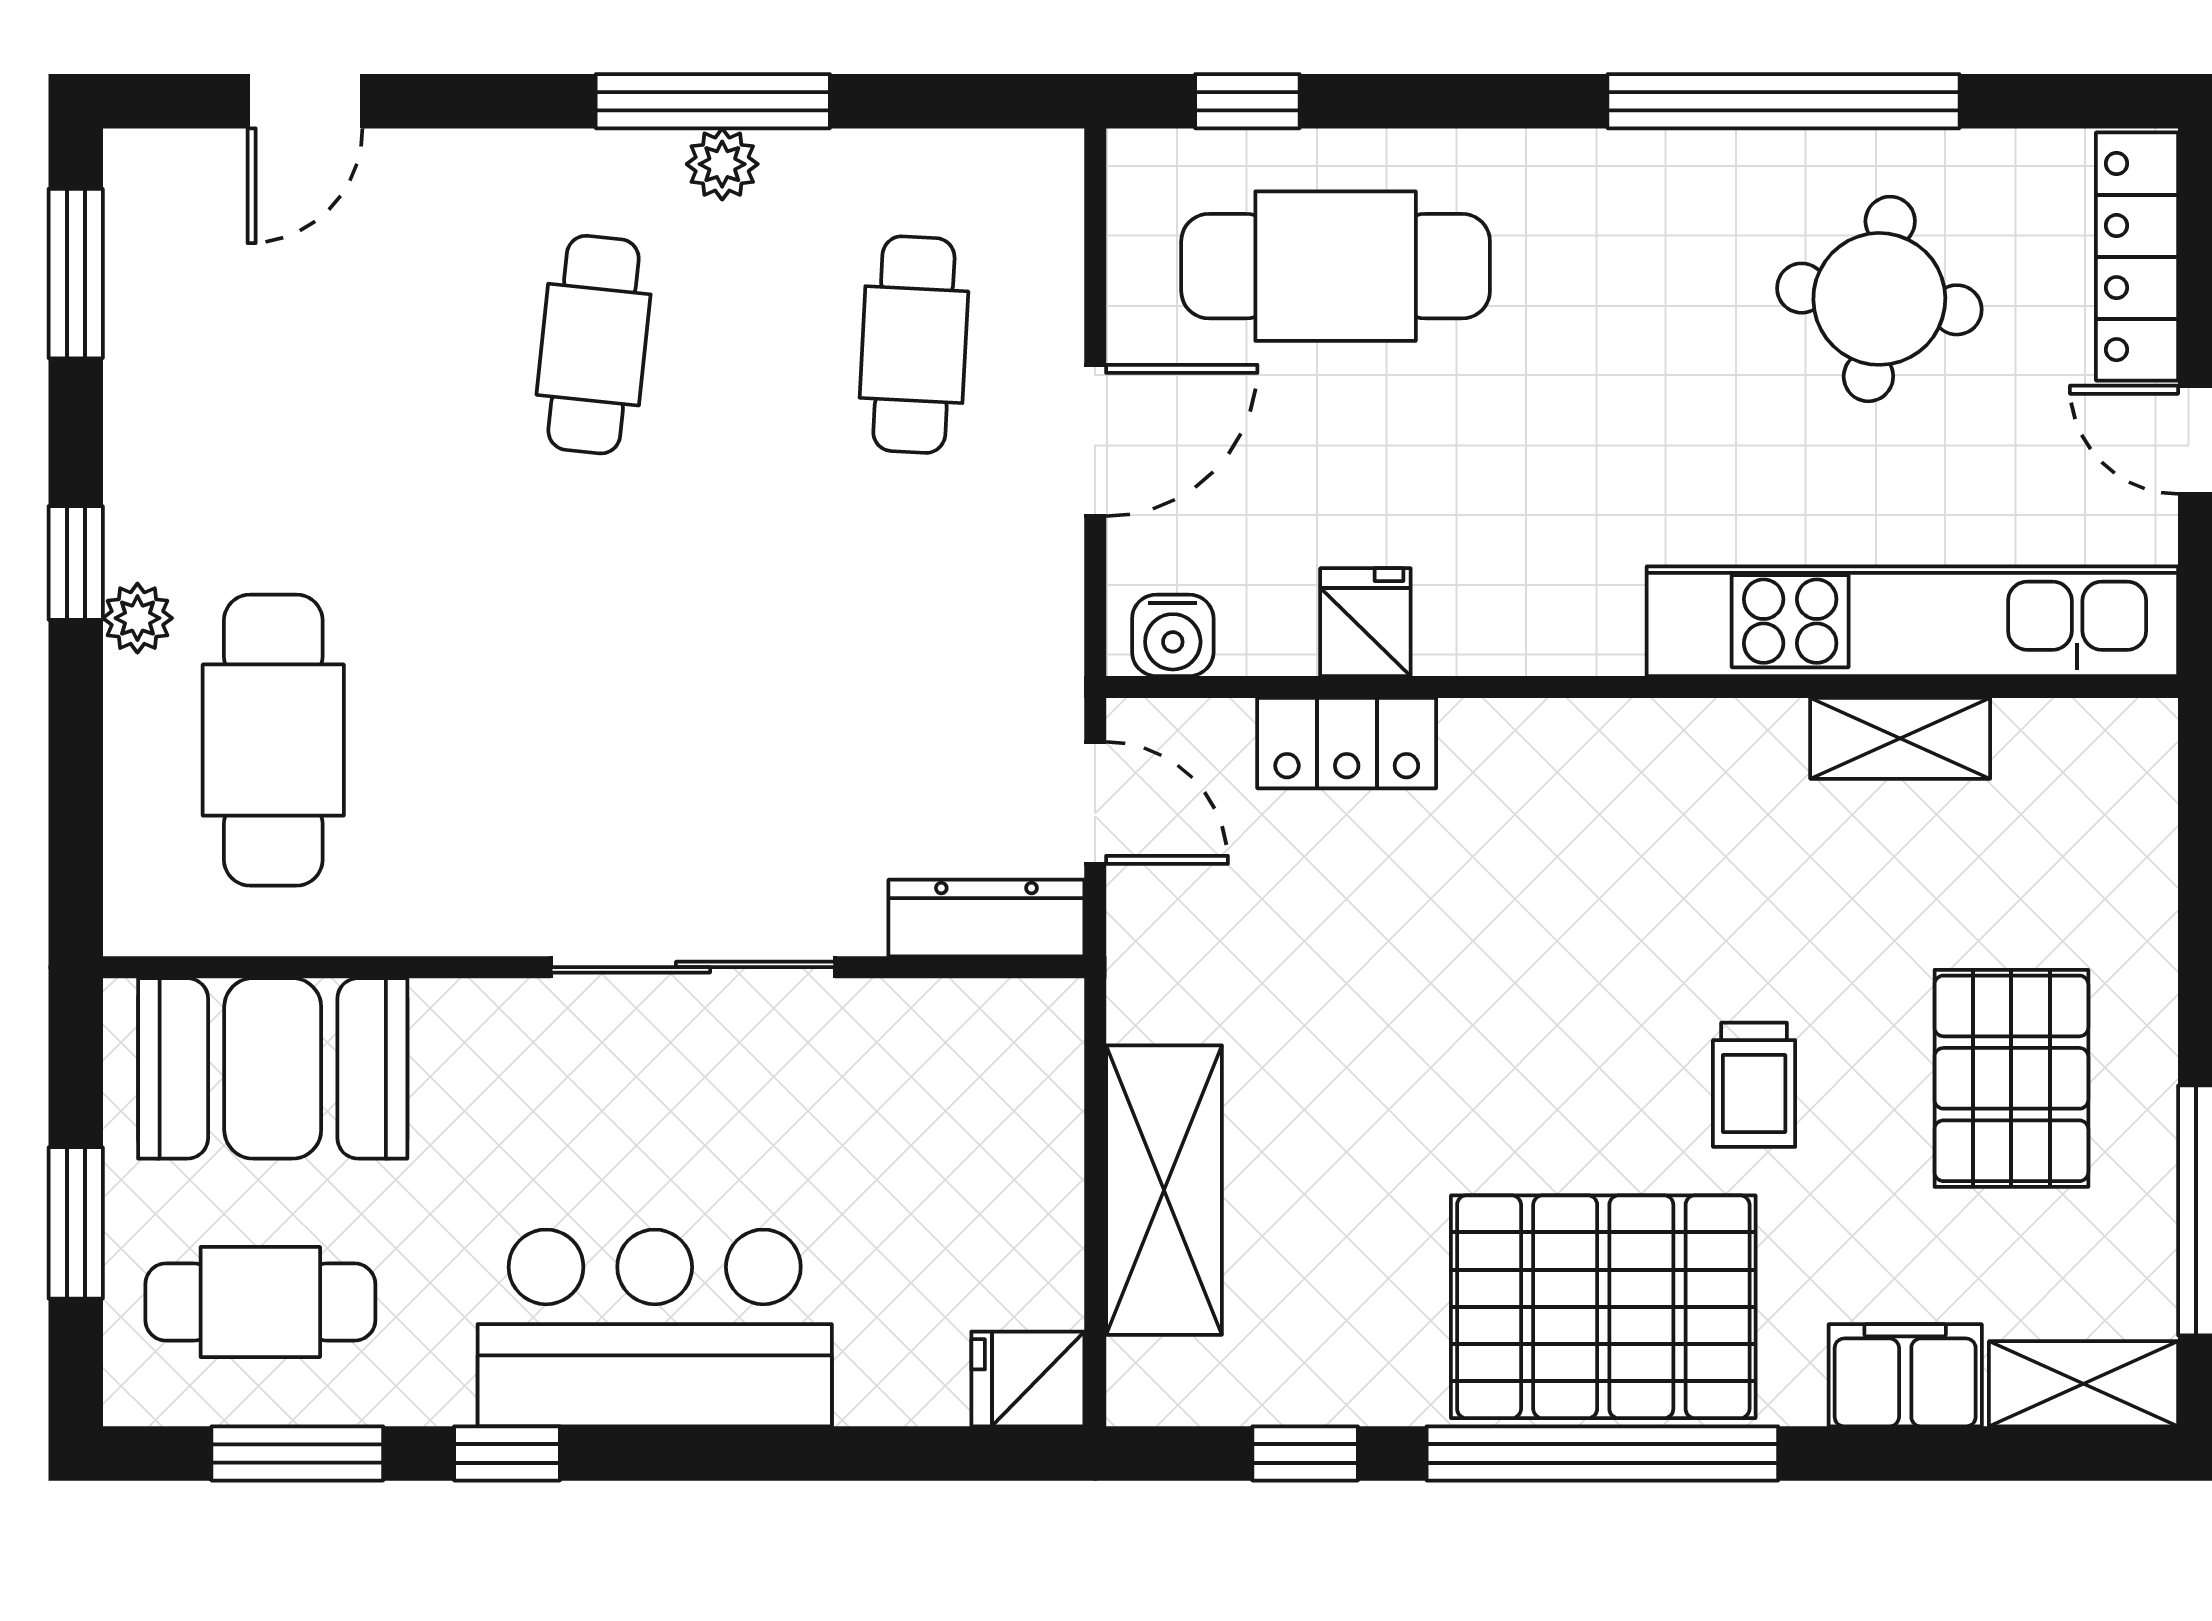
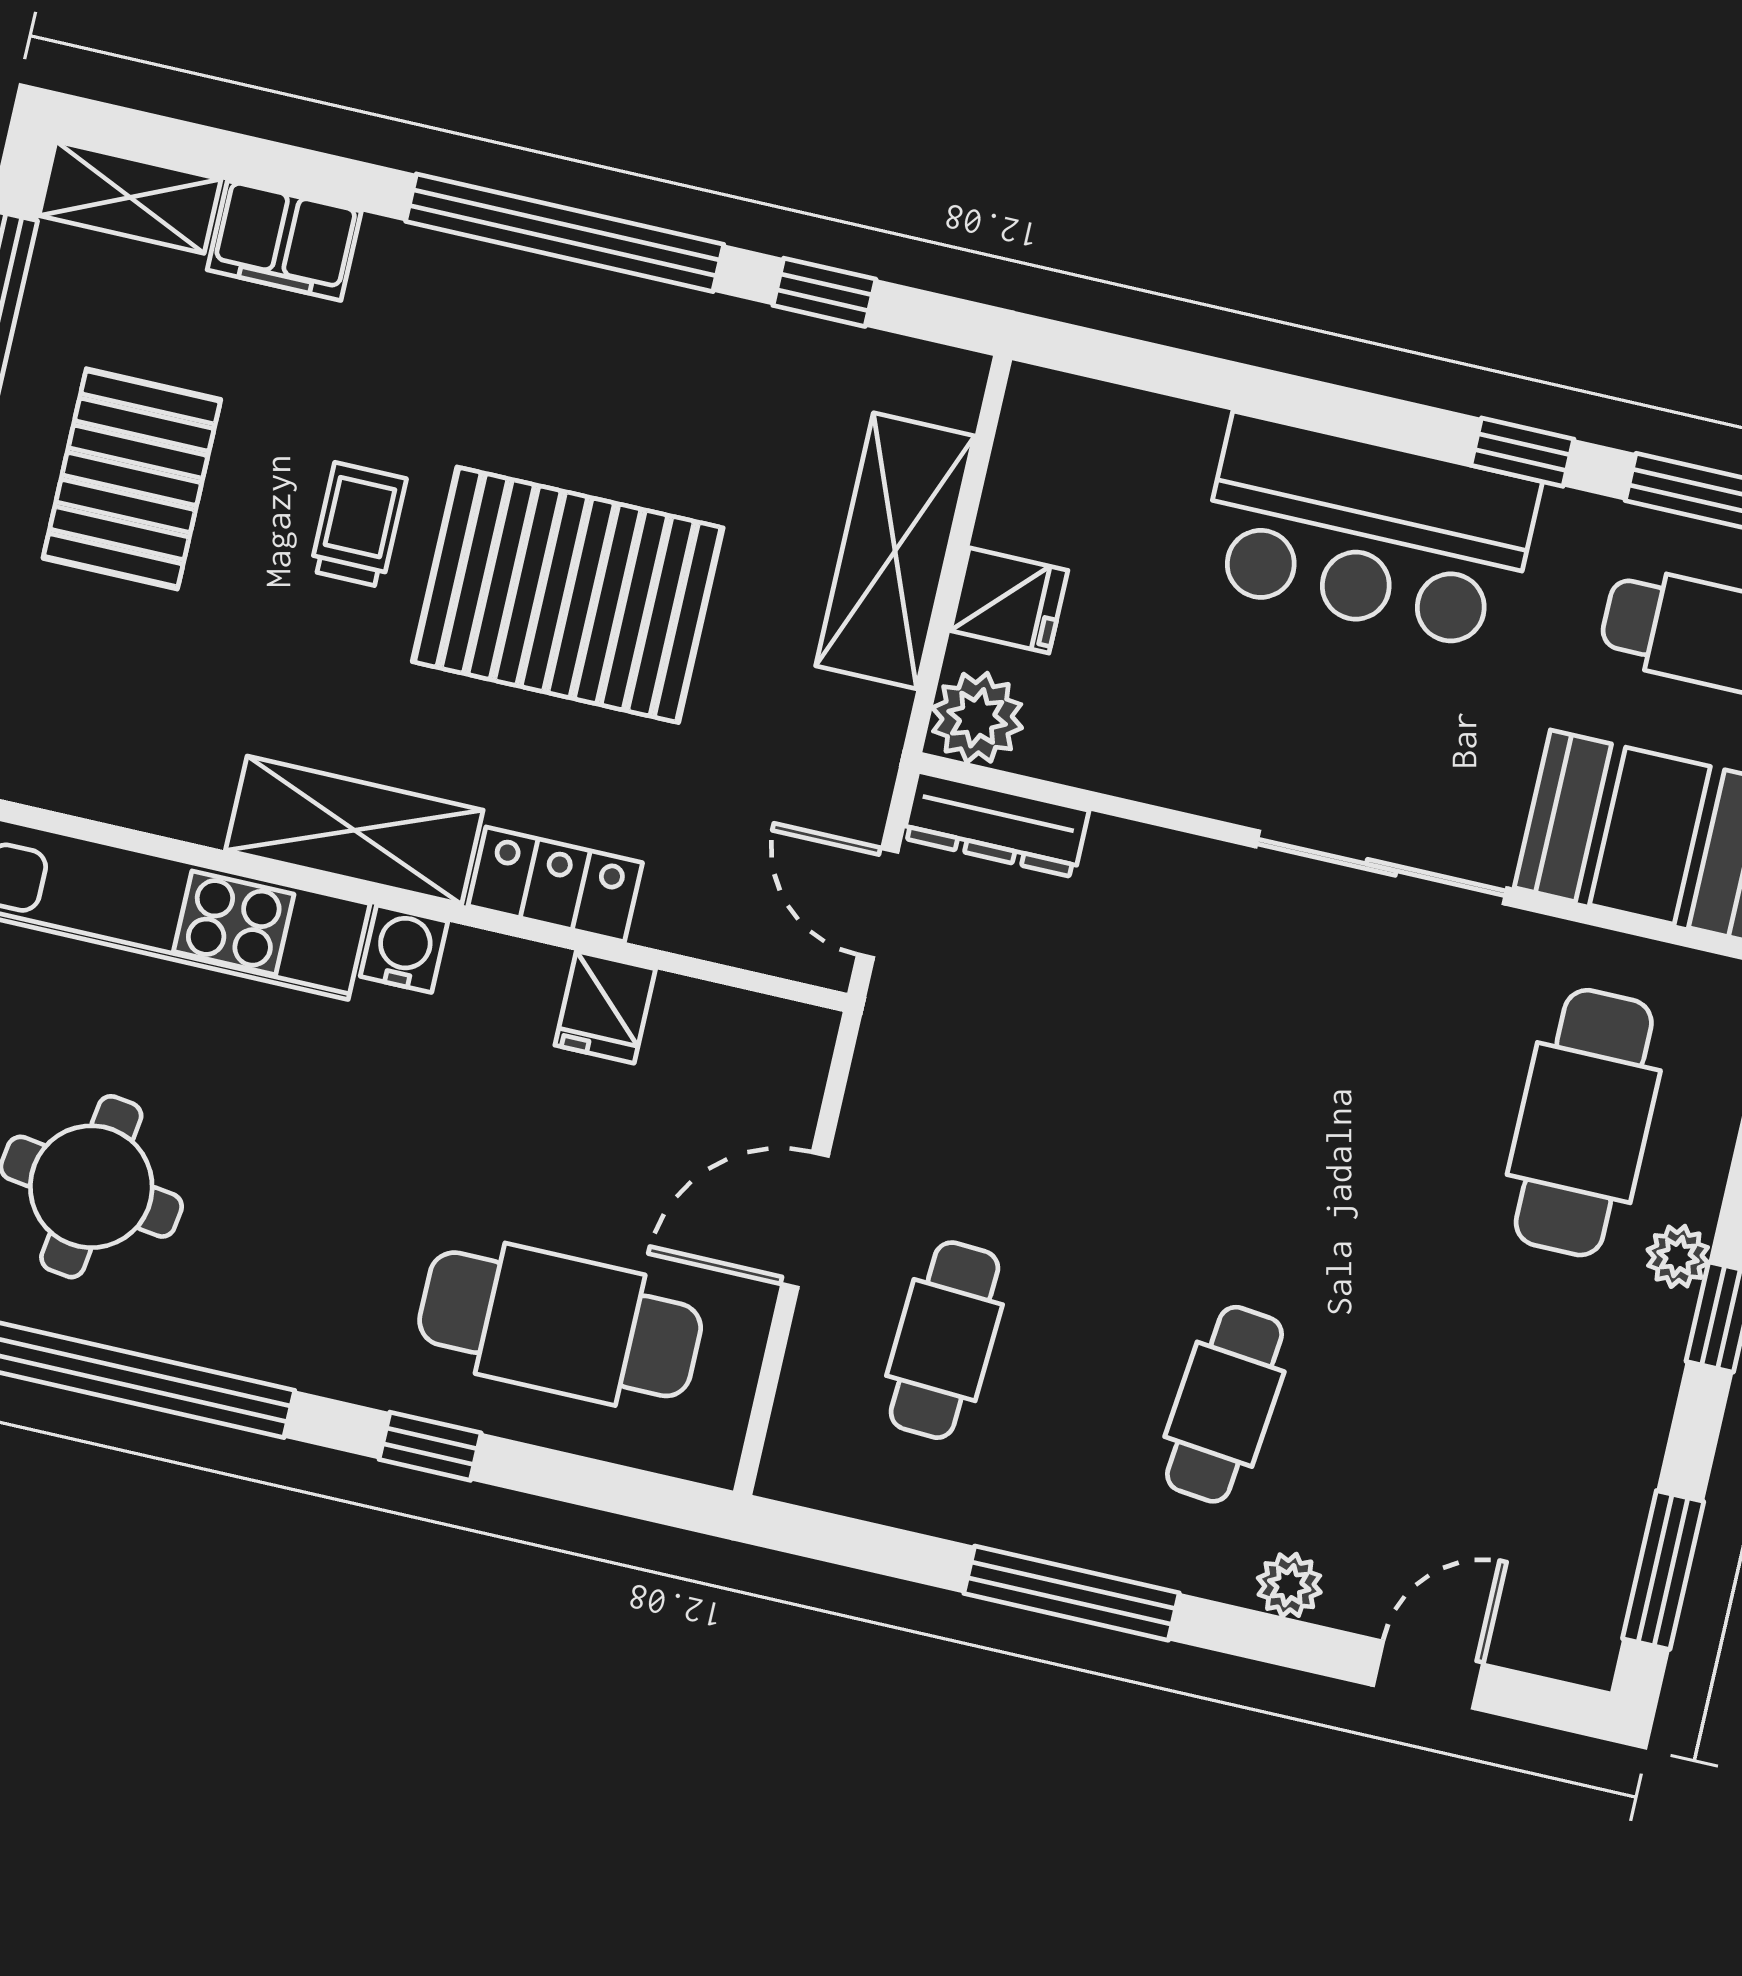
window: (1247, 101) -> (430, 1446), moved
plant: (722, 164) -> (1289, 1585), moved
water cooler: (1173, 635) -> (404, 949), moved
shelving: (1900, 738) -> (354, 830), moved, width x1.50, depth x1.33
locker: (1347, 743) -> (555, 884), moved
sliding door: (693, 967) -> (1381, 867), moved
plant: (1033, 1029) -> (977, 718), added
pallet: (1603, 1307) -> (568, 595), moved
fridge: (1028, 1379) -> (1009, 600), moved

